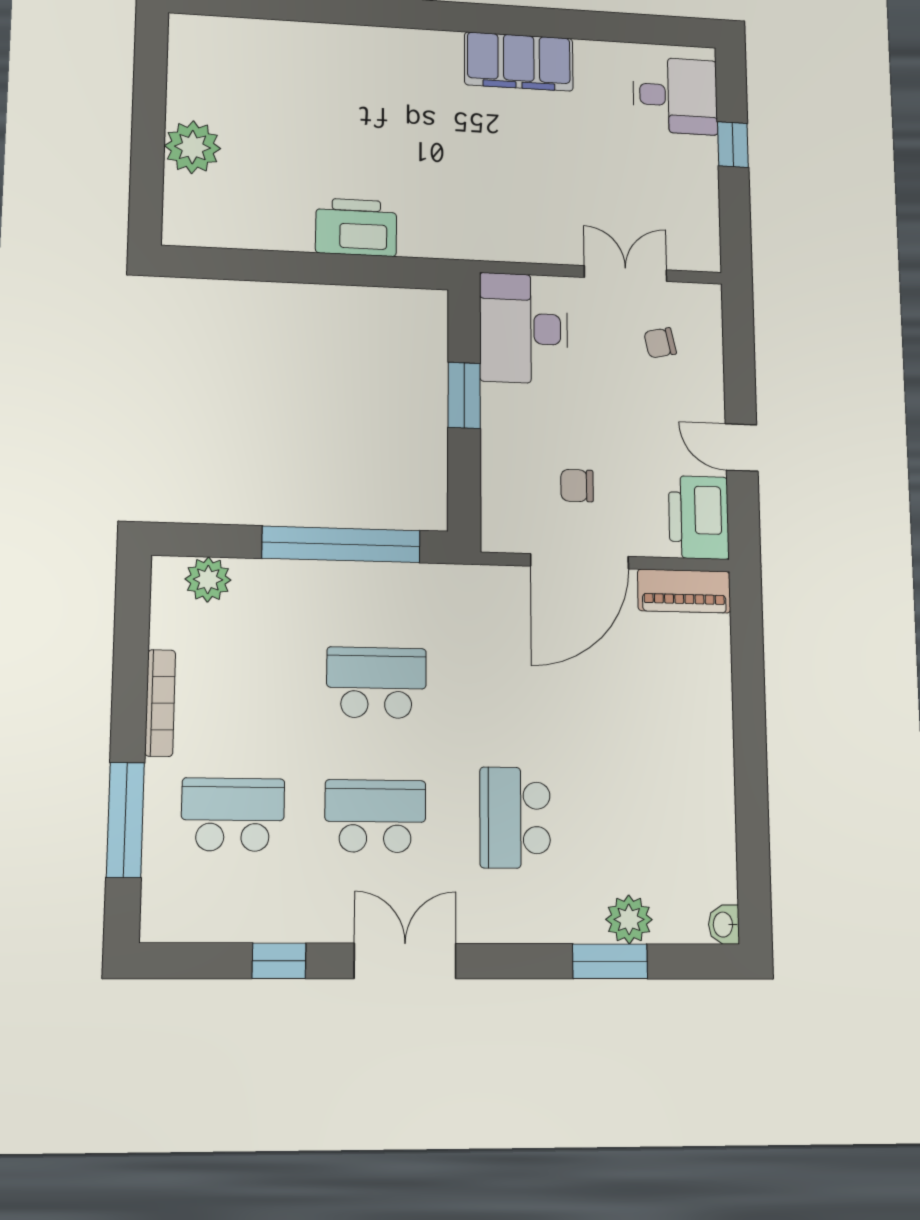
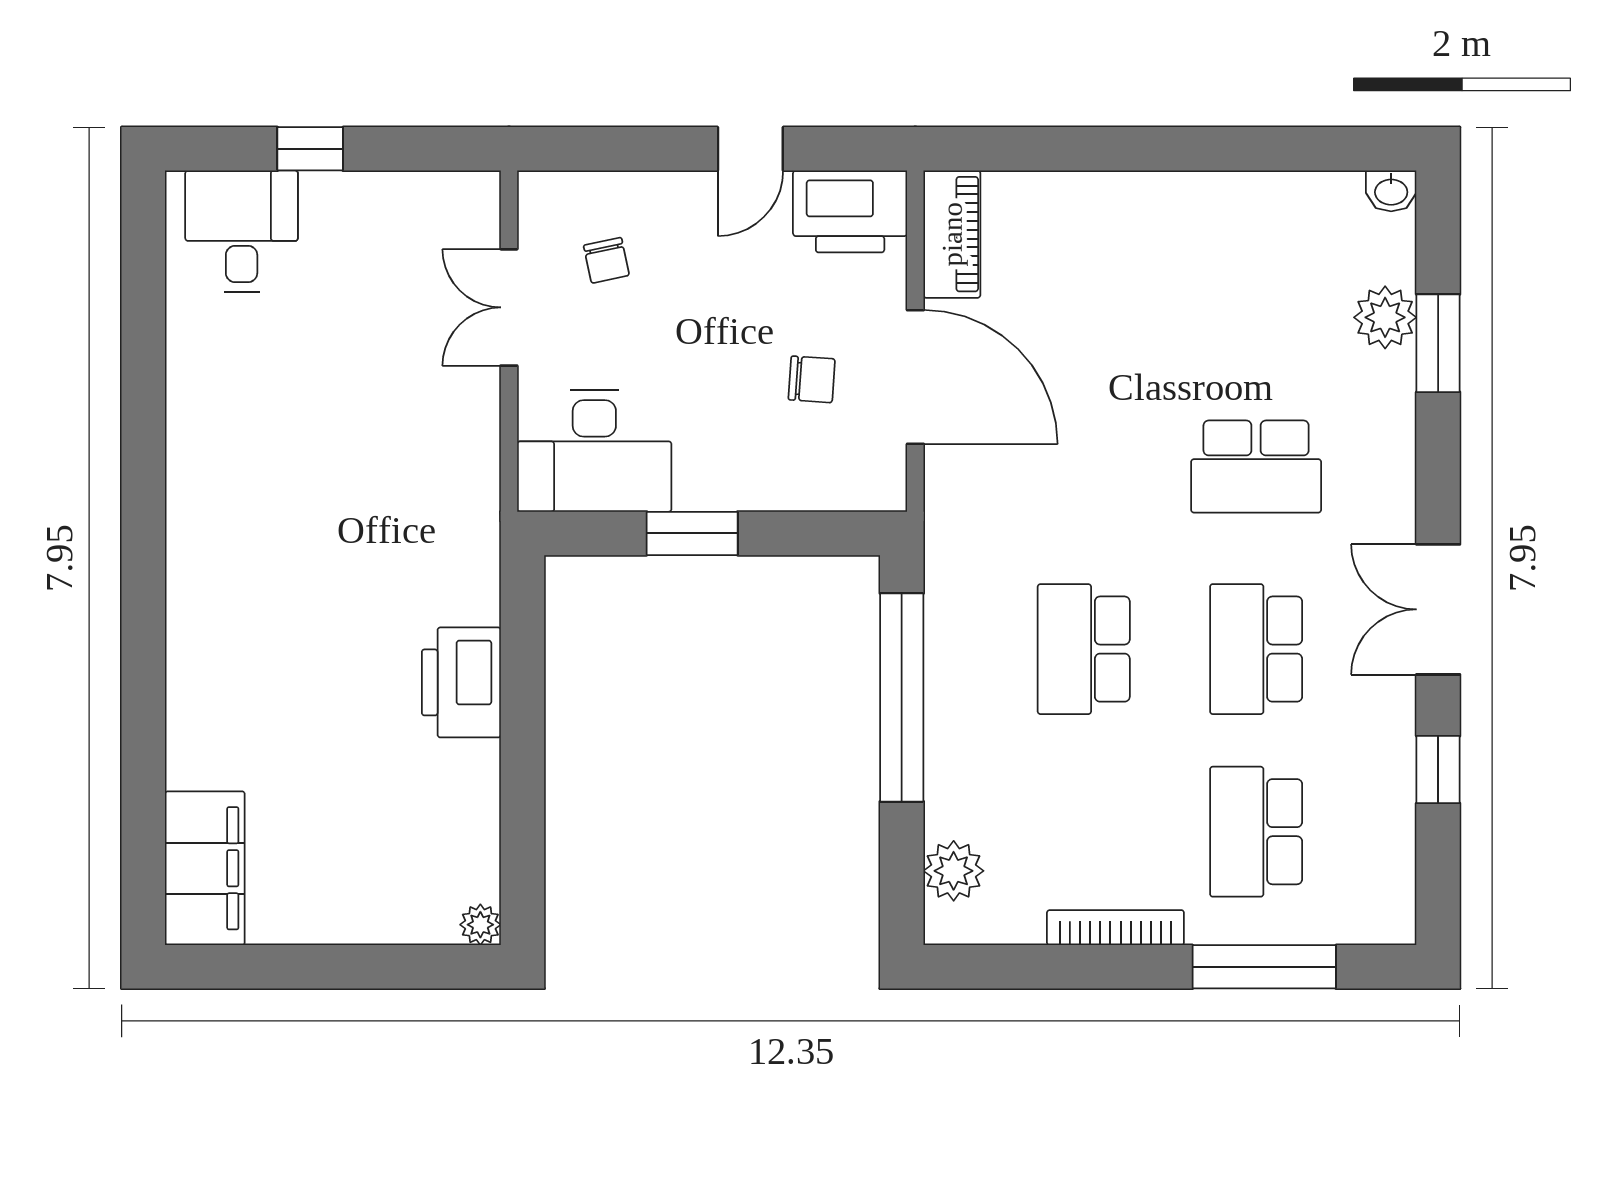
filing cabinet: (519, 62) -> (205, 868), moved
plant: (193, 147) -> (480, 925), moved, width x0.53, depth x0.53
chair: (577, 486) -> (812, 379), turned -86

